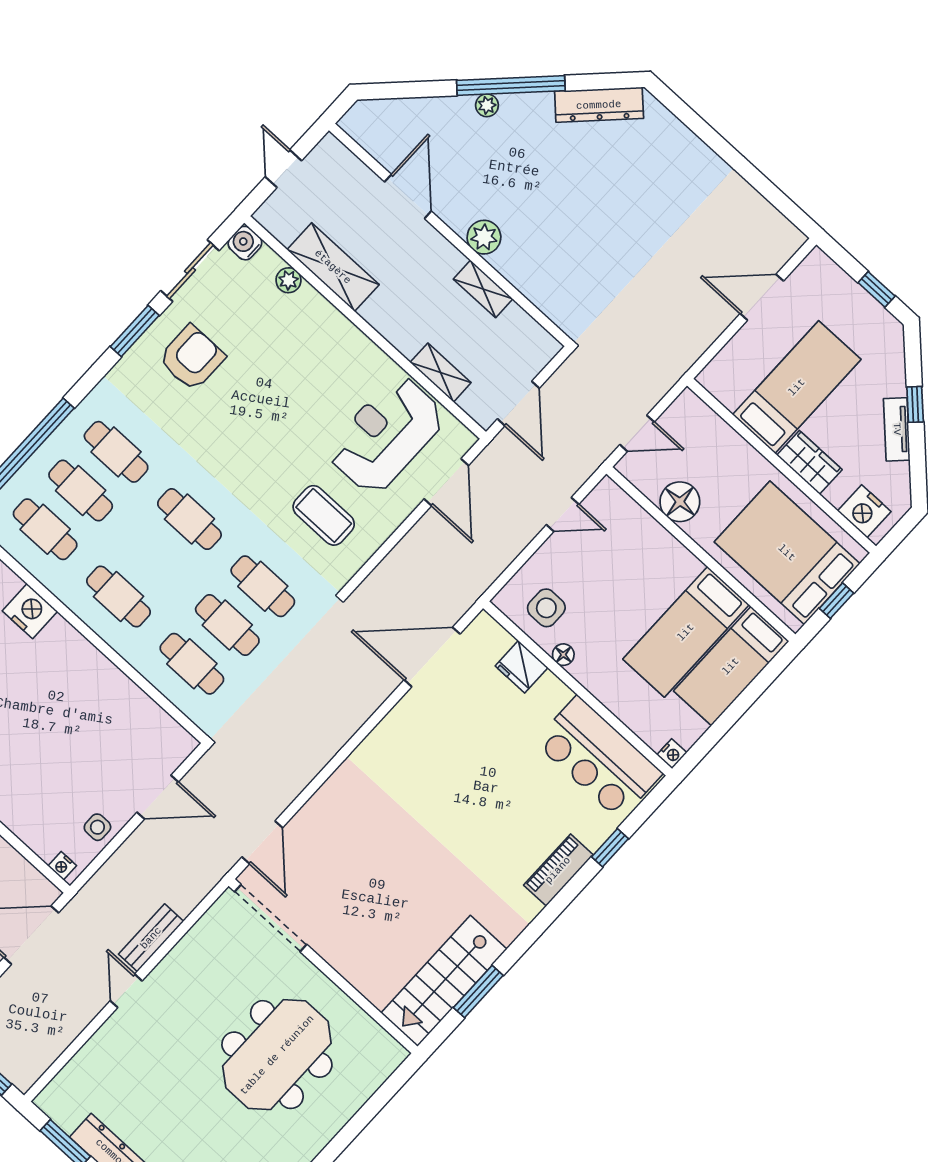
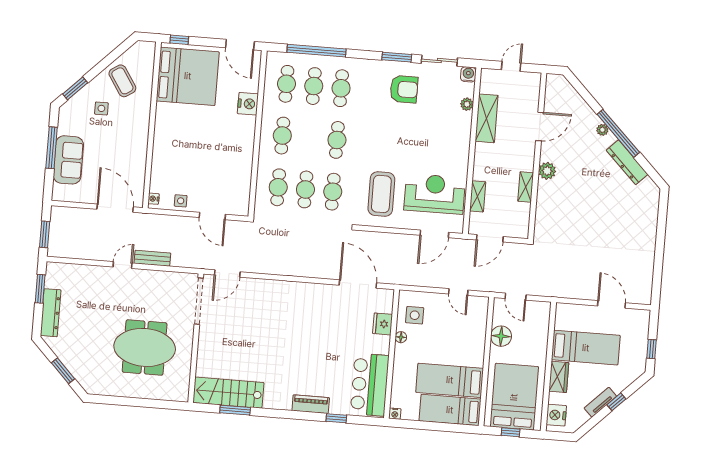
dresser: (599, 105) -> (627, 162), moved
coffee table: (324, 515) -> (381, 194), width x1.36, depth x1.32

